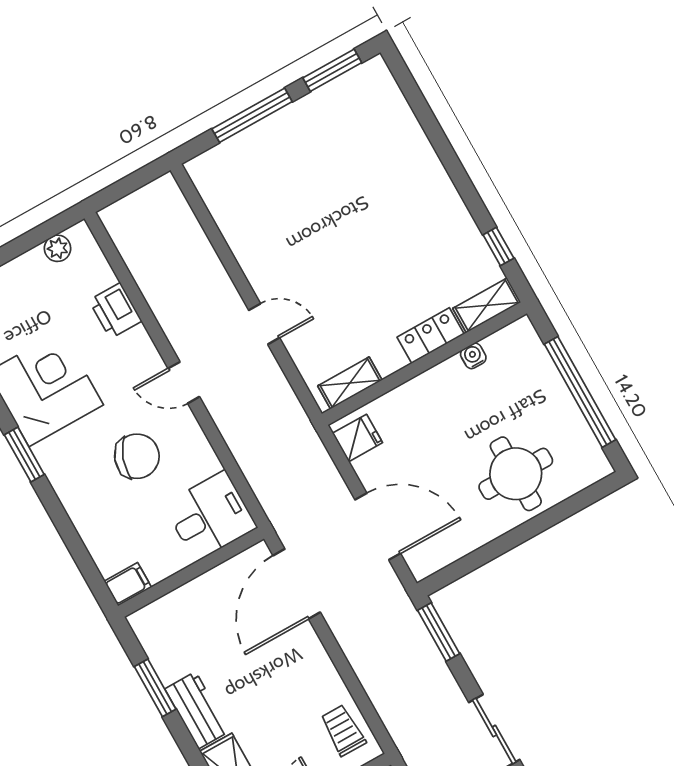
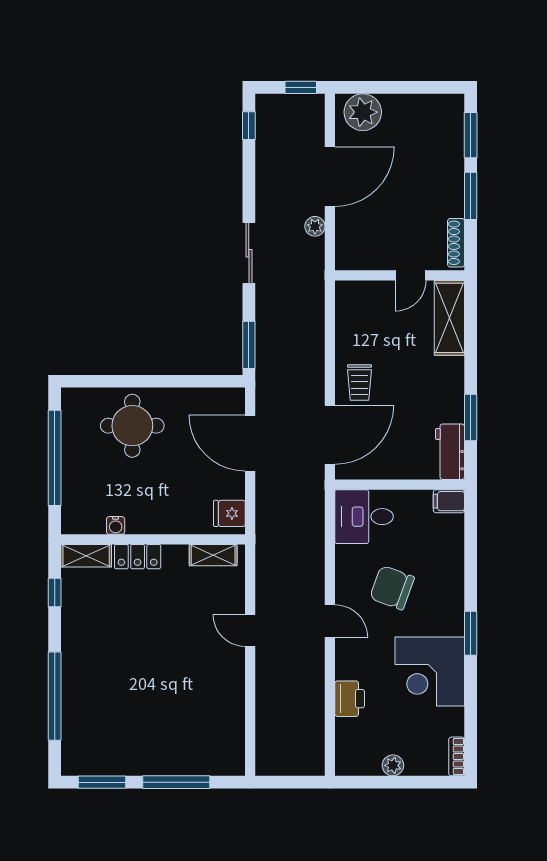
window: (436, 135) -> (55, 696), added
plant: (58, 248) -> (393, 765), moved
workbench: (197, 710) -> (450, 452), moved
trolley: (343, 730) -> (359, 382), moved

